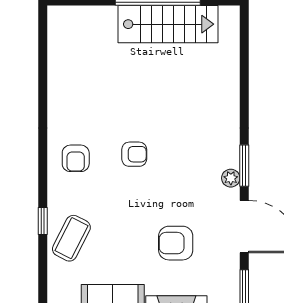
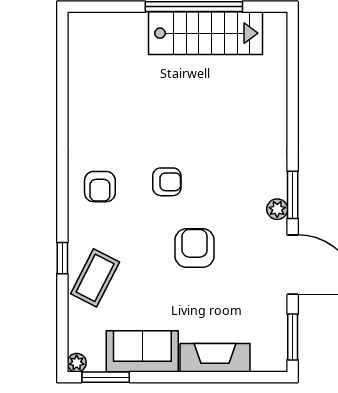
armchair: (176, 243) -> (195, 248), moved, turned 90

